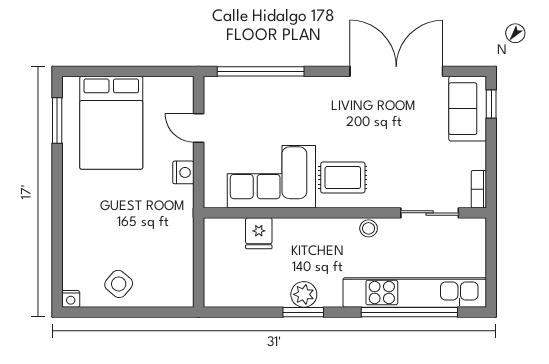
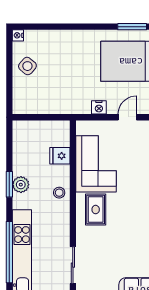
stool: (369, 228) -> (59, 193), moved

